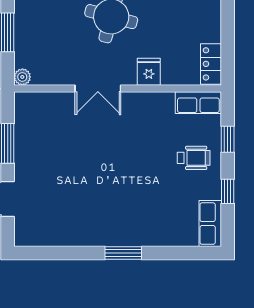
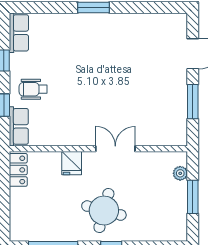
plant: (22, 77) -> (180, 173), moved
row of seats: (198, 103) -> (19, 126), moved, turned 90

